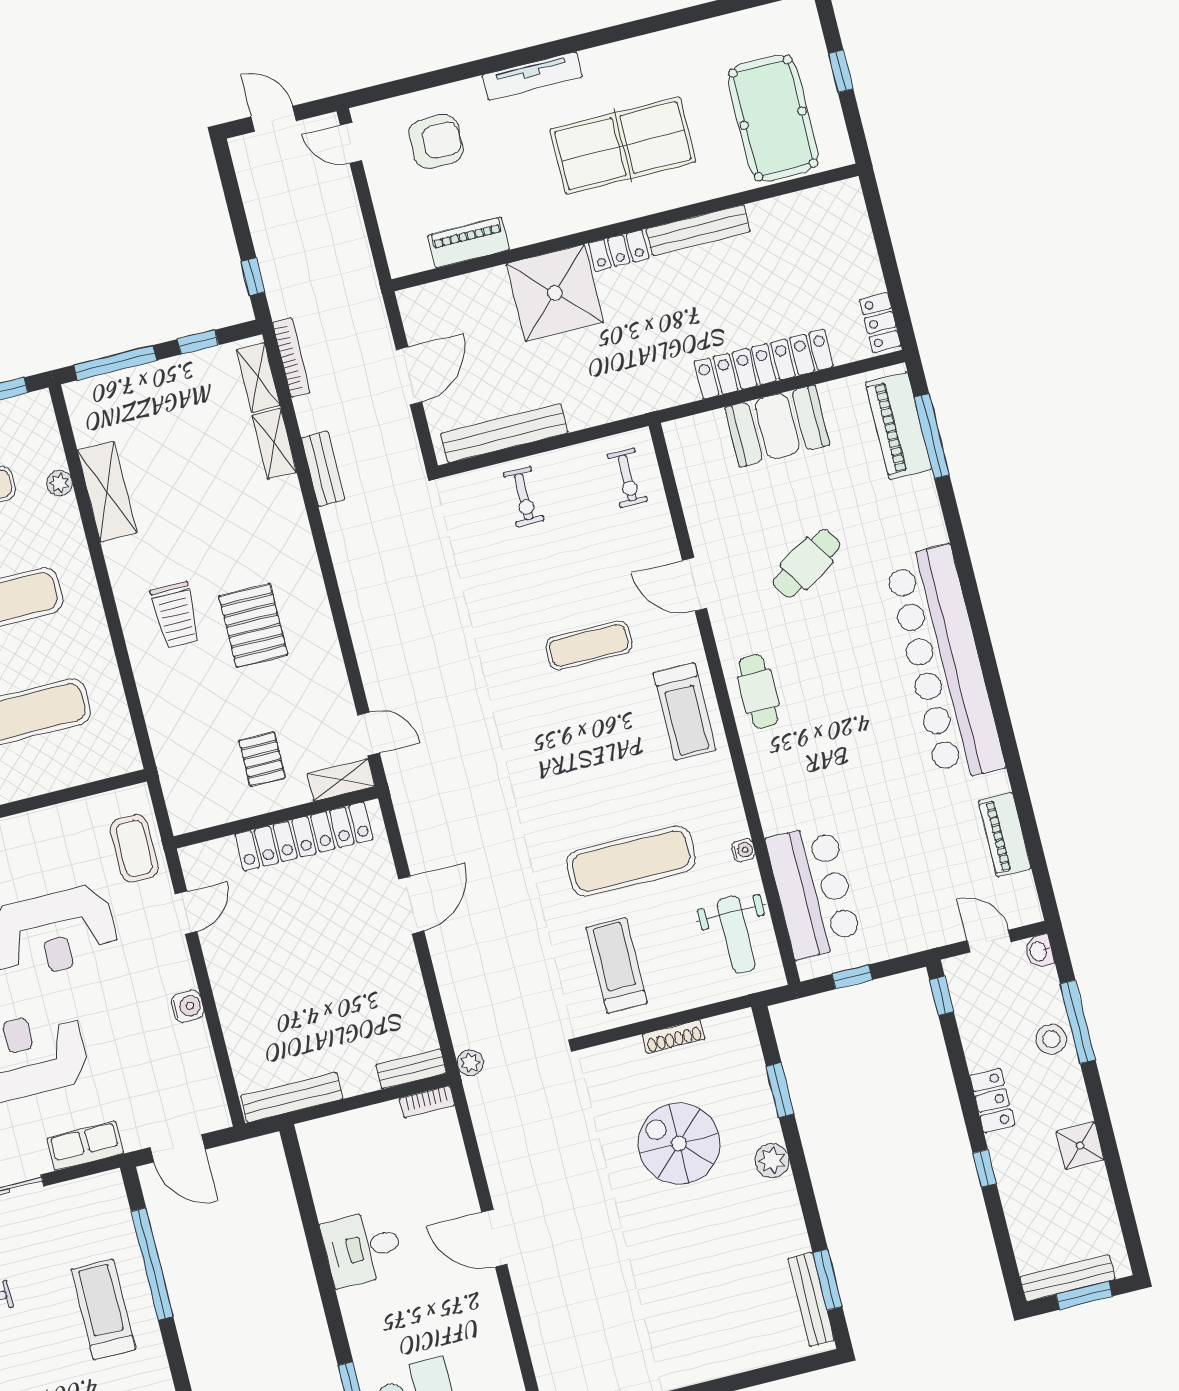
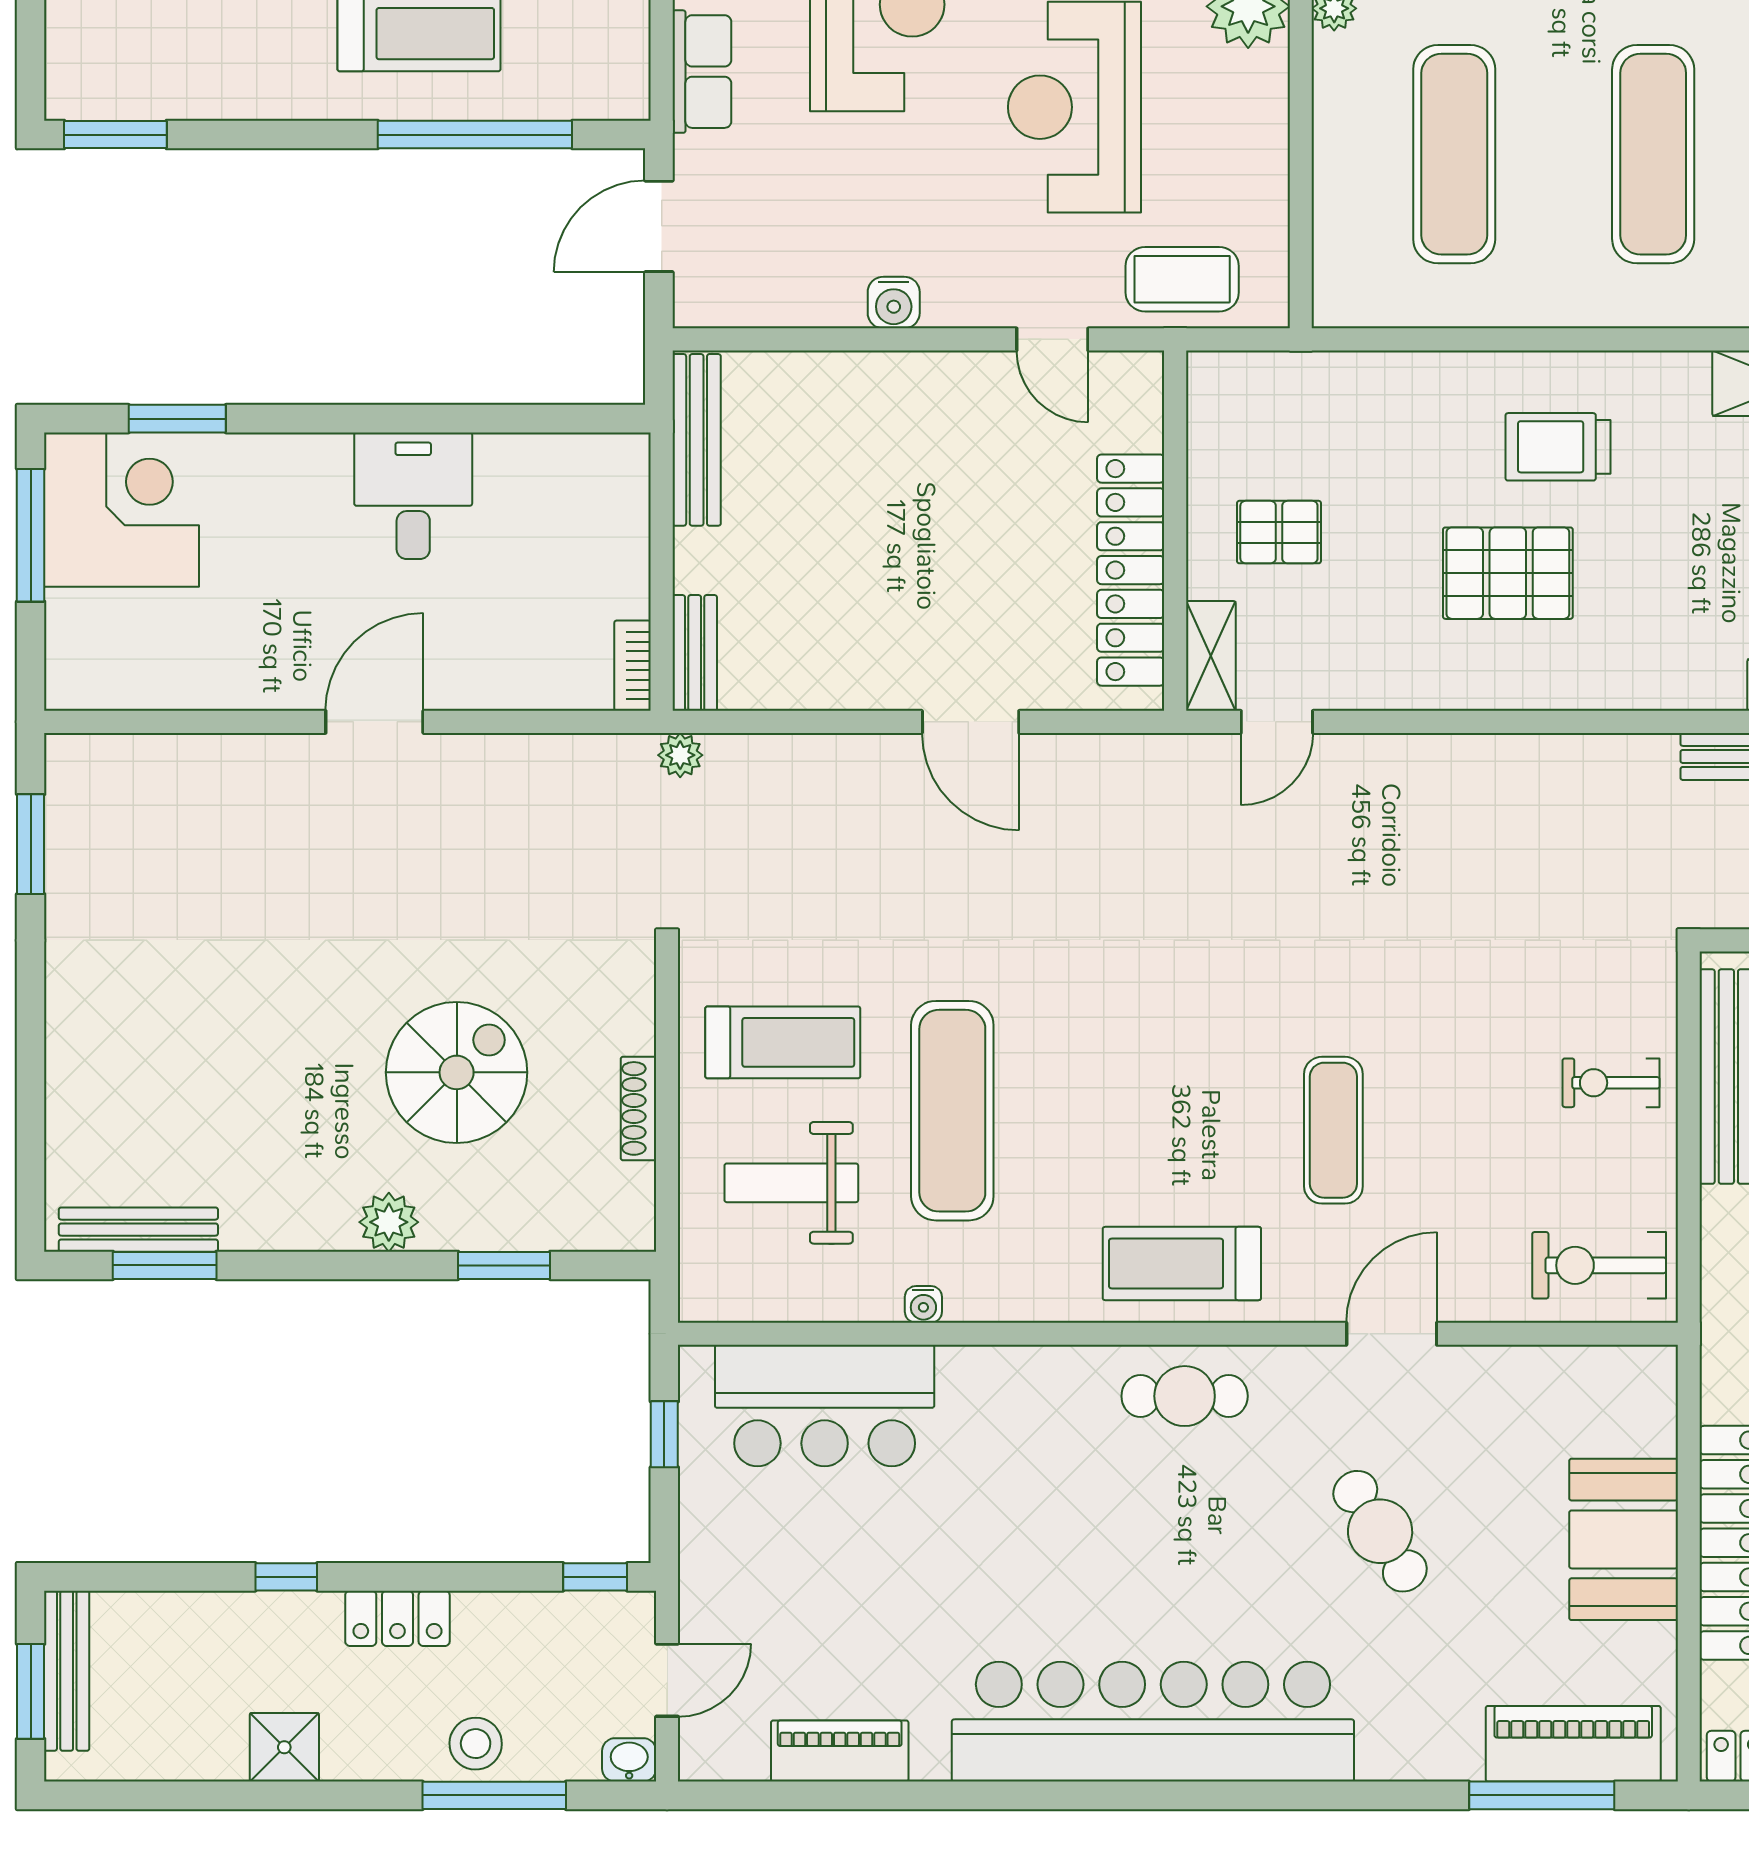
exercise bike: (627, 478) -> (1599, 1265), width x1.38, depth x1.39
weight bench: (736, 935) -> (791, 1183), moved

